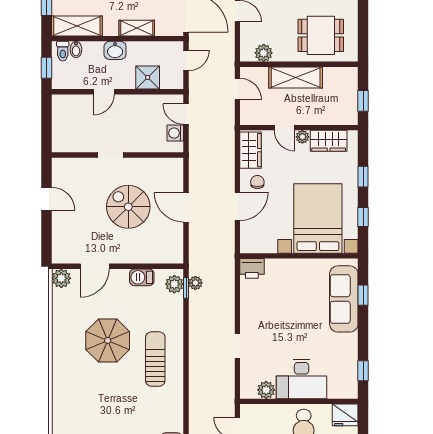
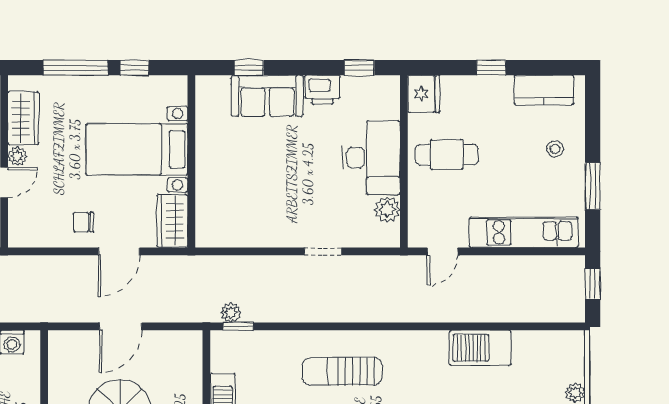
wardrobe: (250, 150) -> (172, 221), moved, turned -90
window: (363, 177) -> (76, 68), width x2.17
door: (237, 206) -> (119, 251), swing flipped
bed with nightstands: (318, 219) -> (137, 149), width x0.73
printer: (252, 268) -> (323, 90), moved, turned 90
plant: (174, 284) -> (233, 343), removed
sofa: (344, 299) -> (267, 96), width x0.73

